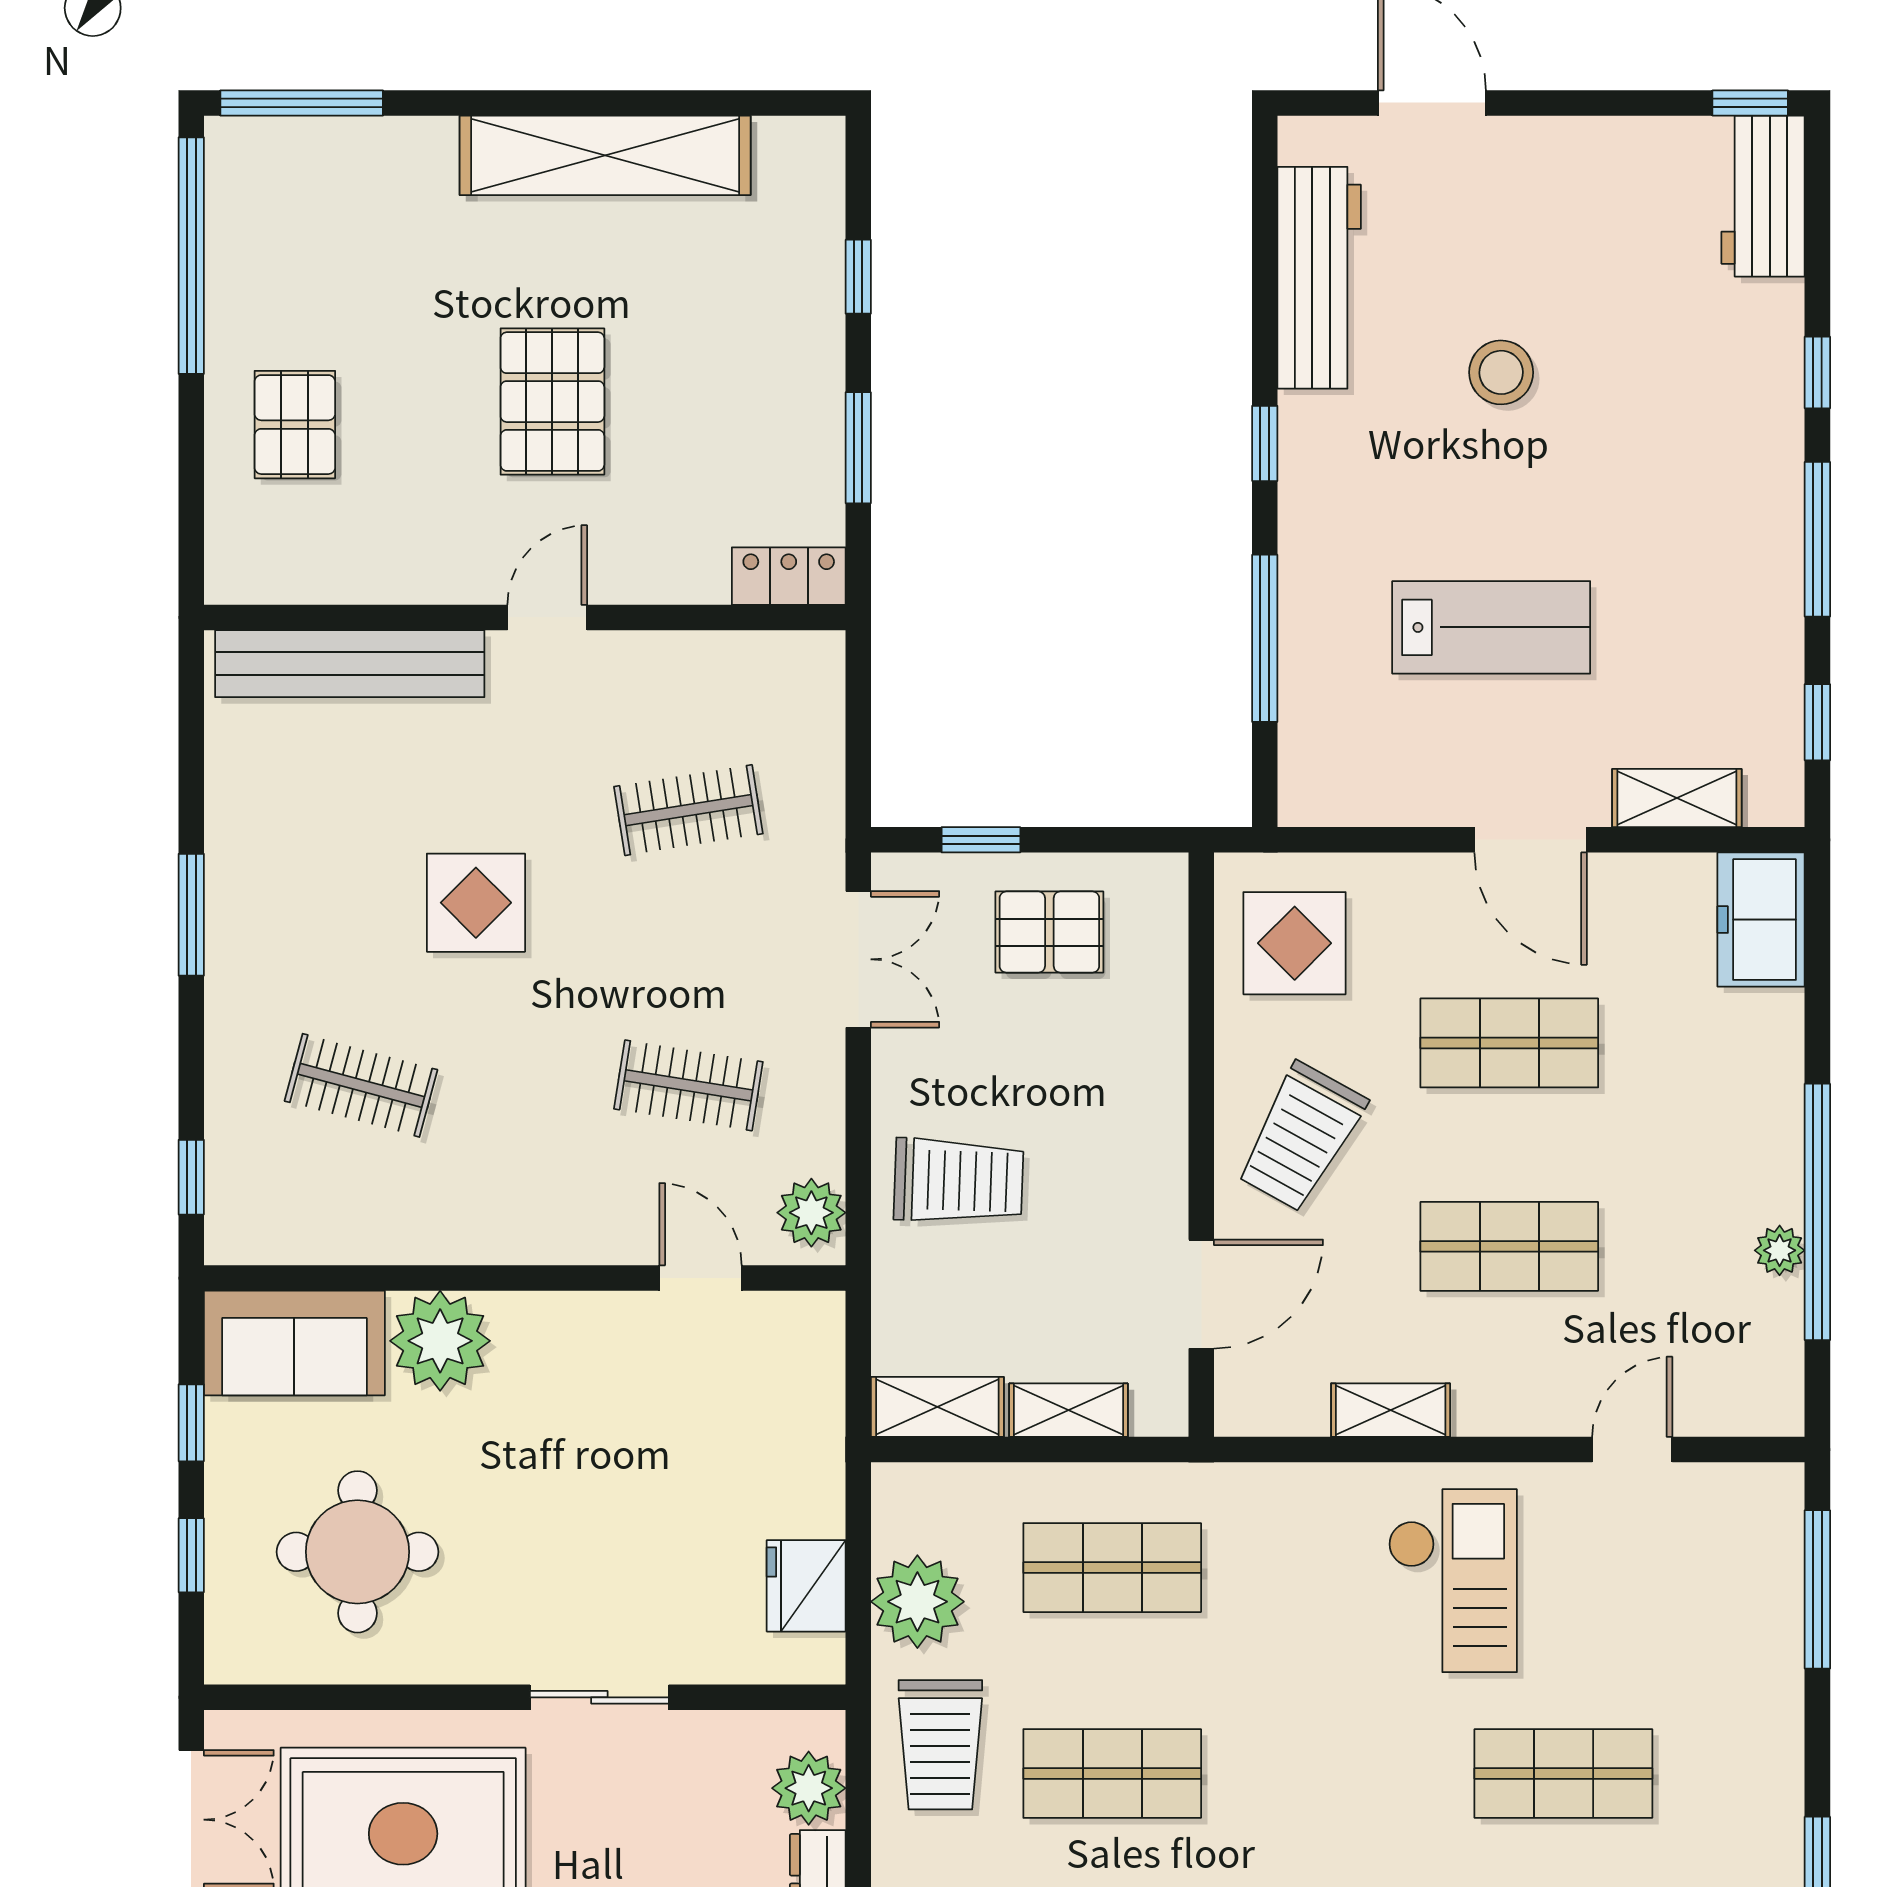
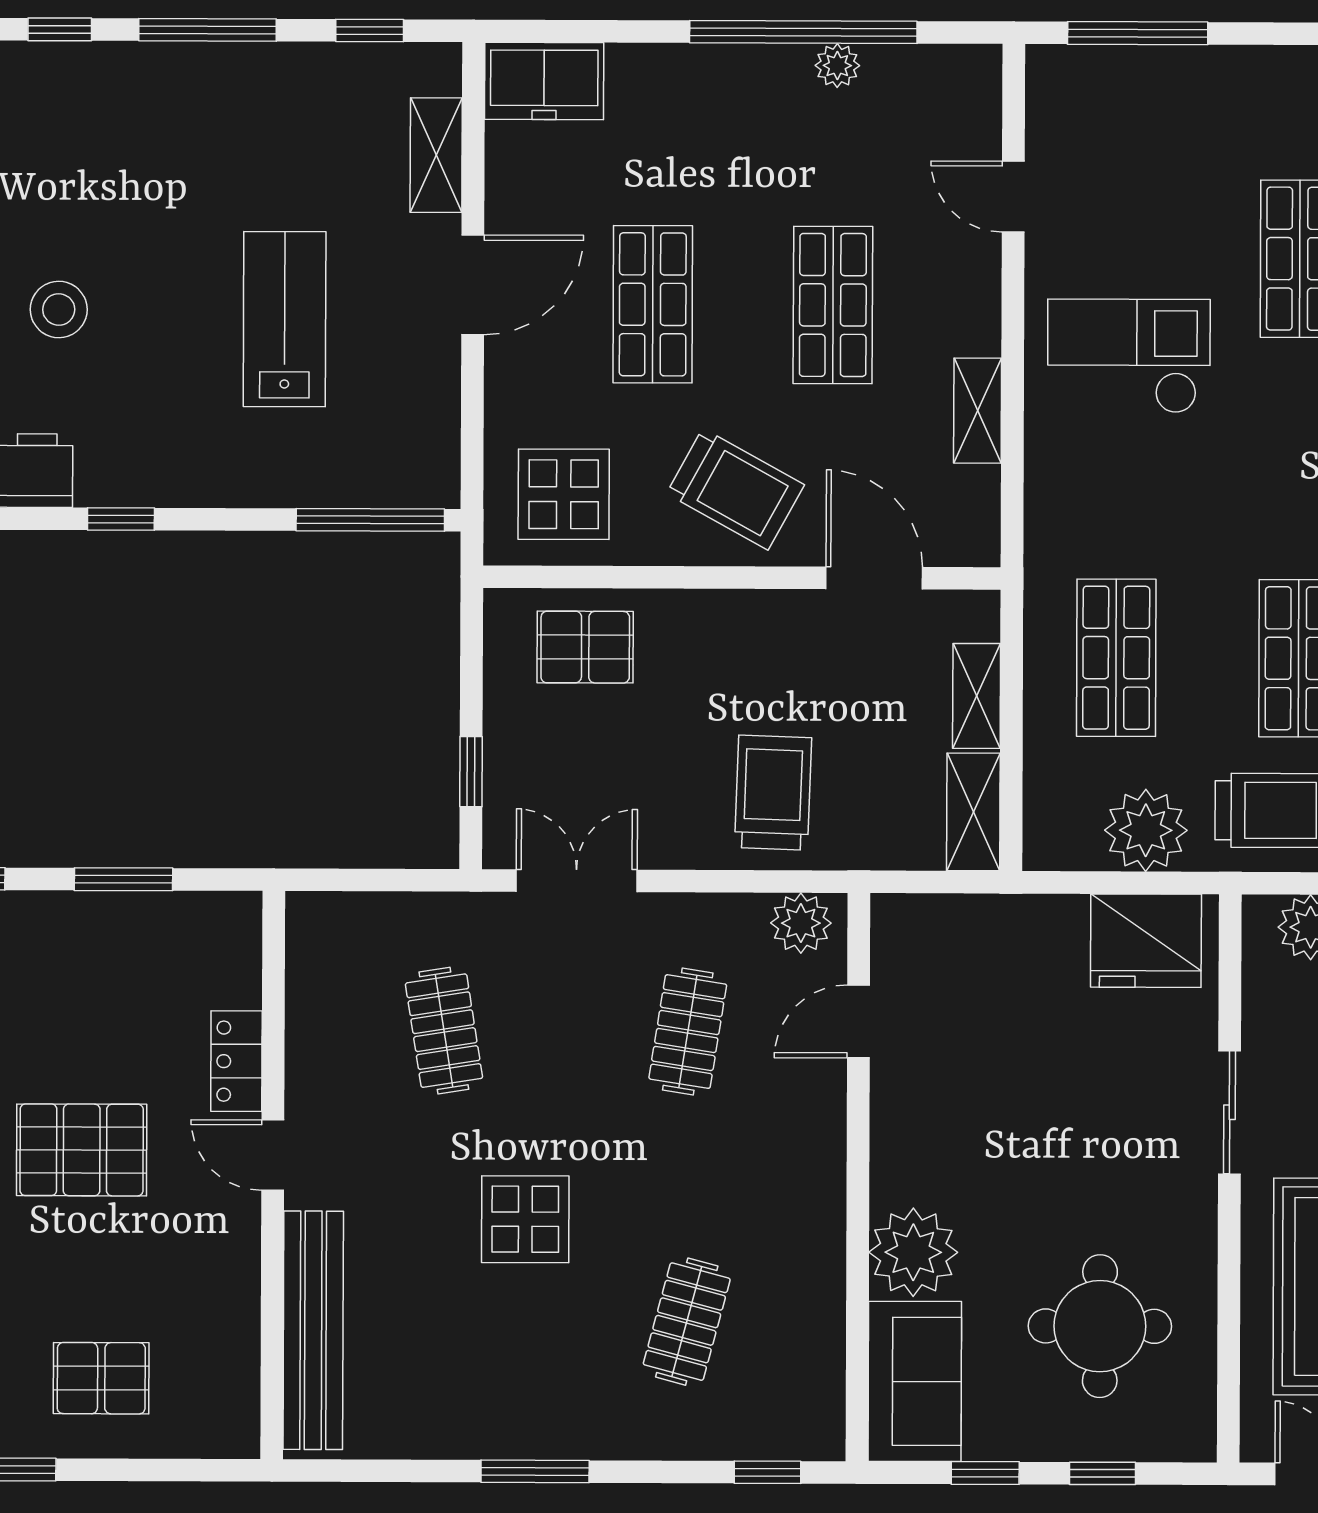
locker: (789, 576) -> (236, 1061), moved
window: (1265, 638) -> (370, 520), moved
pallet: (1049, 932) -> (585, 647), moved, turned 90
fridge: (806, 1586) -> (1146, 941), width x1.36, depth x1.34

